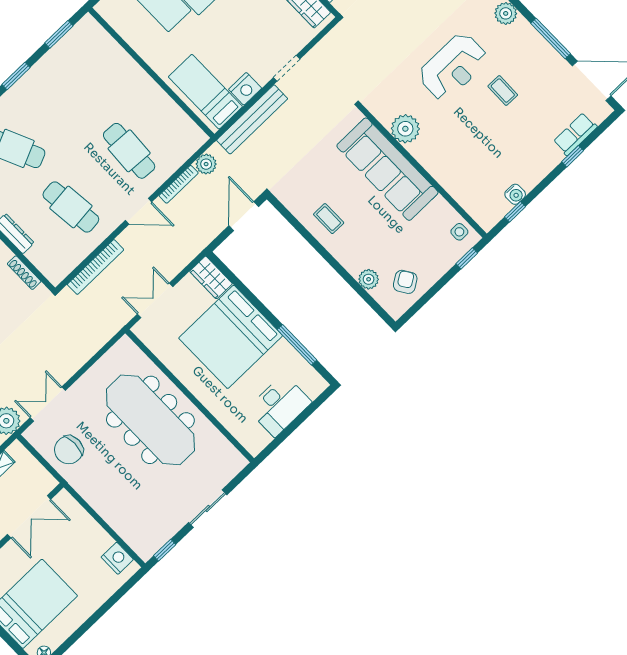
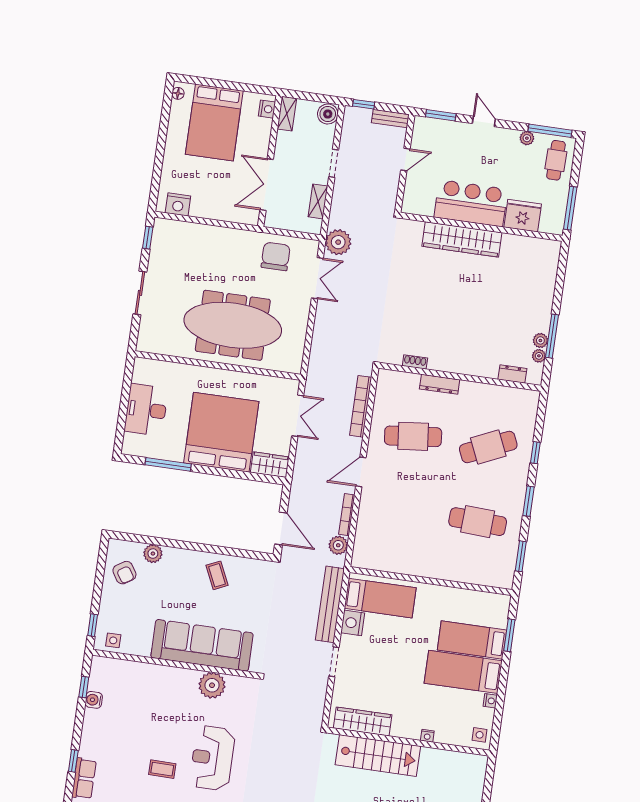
cafe table: (129, 151) -> (478, 522), moved
coffee table: (329, 219) -> (217, 575), turned 65
shoe rack: (24, 273) -> (415, 362), width x0.70

